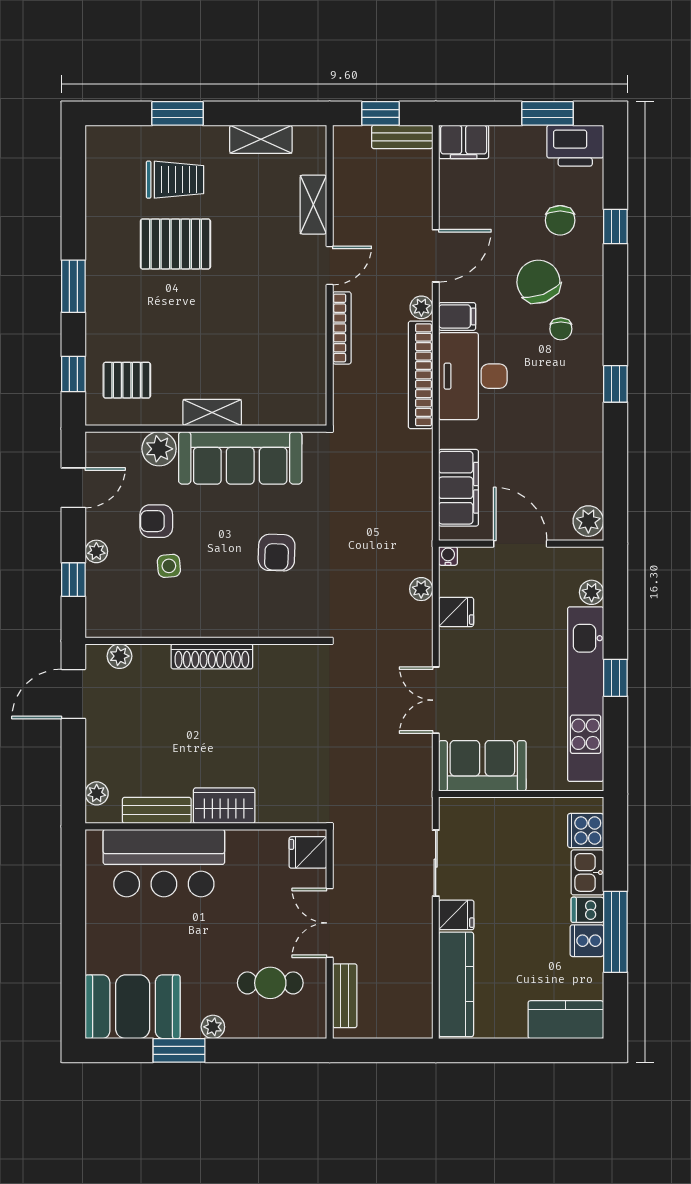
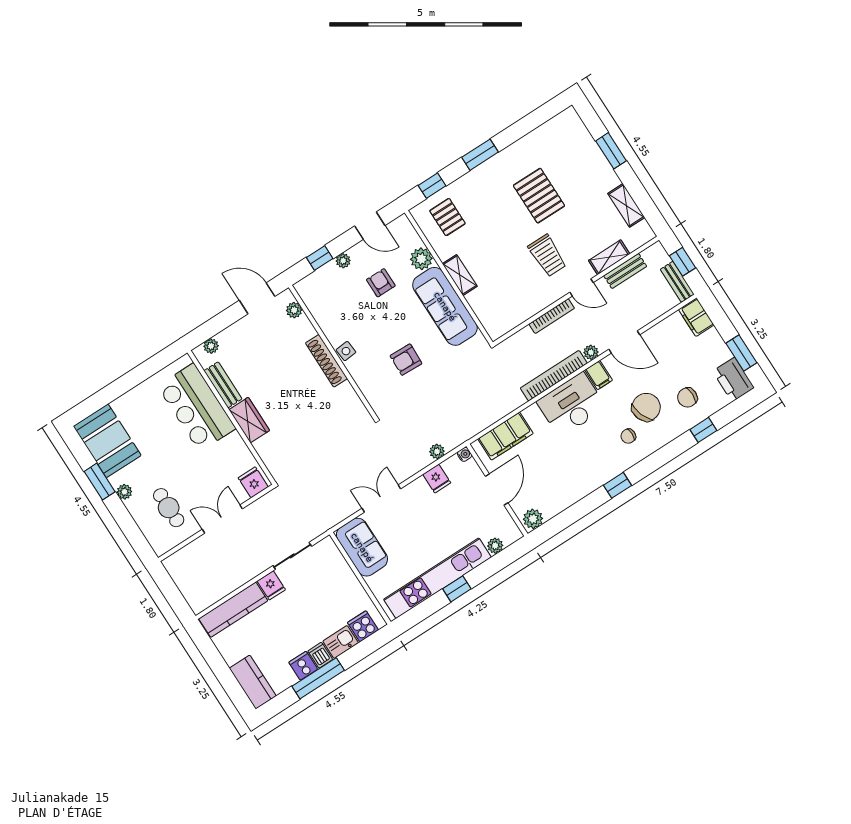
trolley: (175, 180) -> (547, 256), moved
side table: (169, 566) -> (346, 351), moved
bench: (345, 996) -> (625, 271), moved

